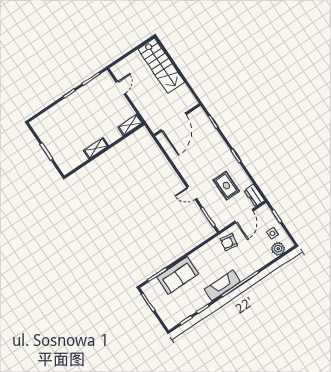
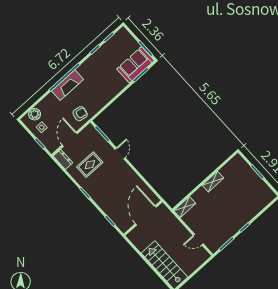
door: (121, 88) -> (198, 240), hinge flipped
rug: (226, 186) -> (90, 165), turned 90
door: (192, 193) -> (120, 153), hinge flipped
sofa: (178, 275) -> (135, 65), moved
fireplace: (223, 285) -> (67, 85), moved

